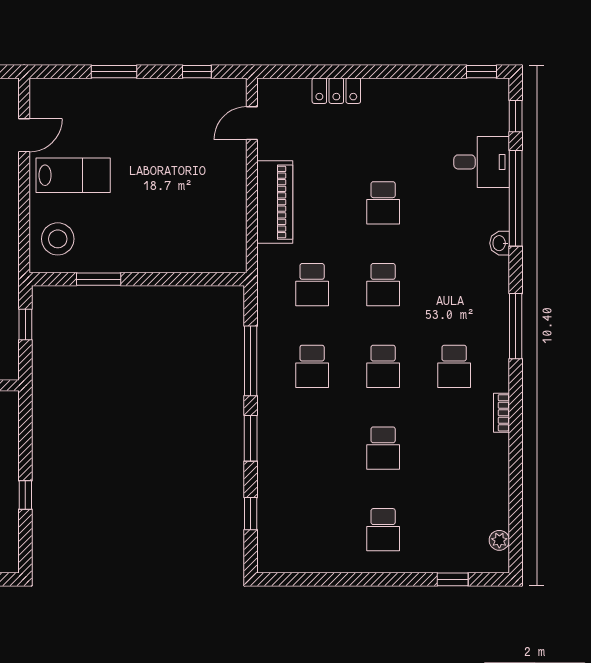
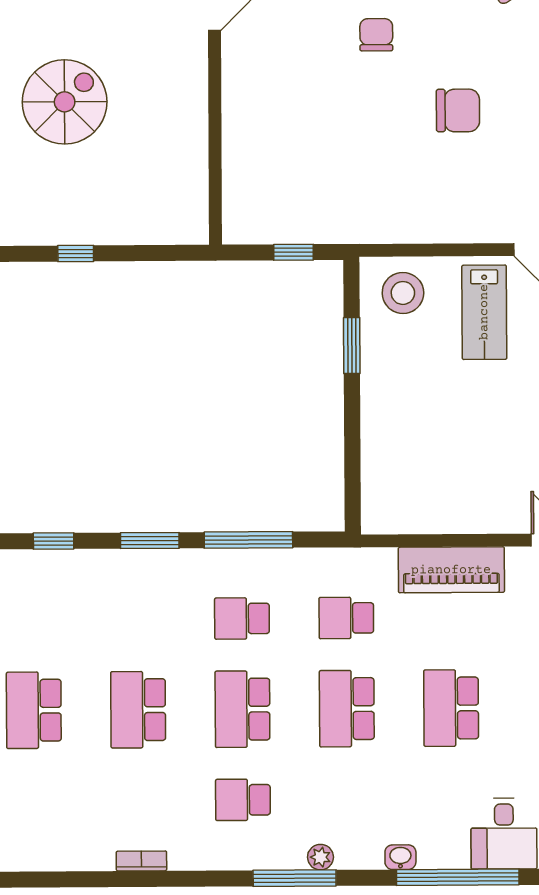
school desk: (383, 203) -> (451, 708), width x1.85
school desk: (383, 285) -> (347, 709), width x1.85
school desk: (383, 366) -> (242, 709), width x1.85
bookcase: (502, 413) -> (141, 861), moved
school desk: (383, 448) -> (138, 710), width x1.85
school desk: (383, 530) -> (34, 710), width x1.85
plant: (499, 540) -> (320, 857), moved

